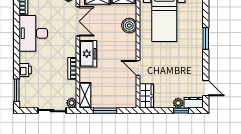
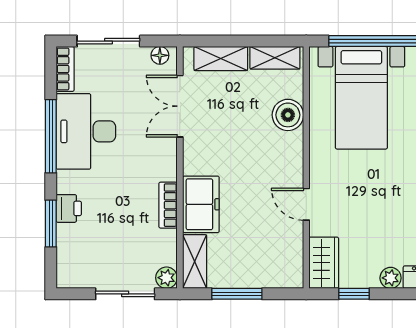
double door: (78, 21) -> (180, 106), swing flipped
window: (17, 36) -> (51, 136), added
freezer: (88, 54) -> (201, 204), moved
window: (17, 90) -> (51, 224), moved
window: (181, 111) -> (354, 294), moved

